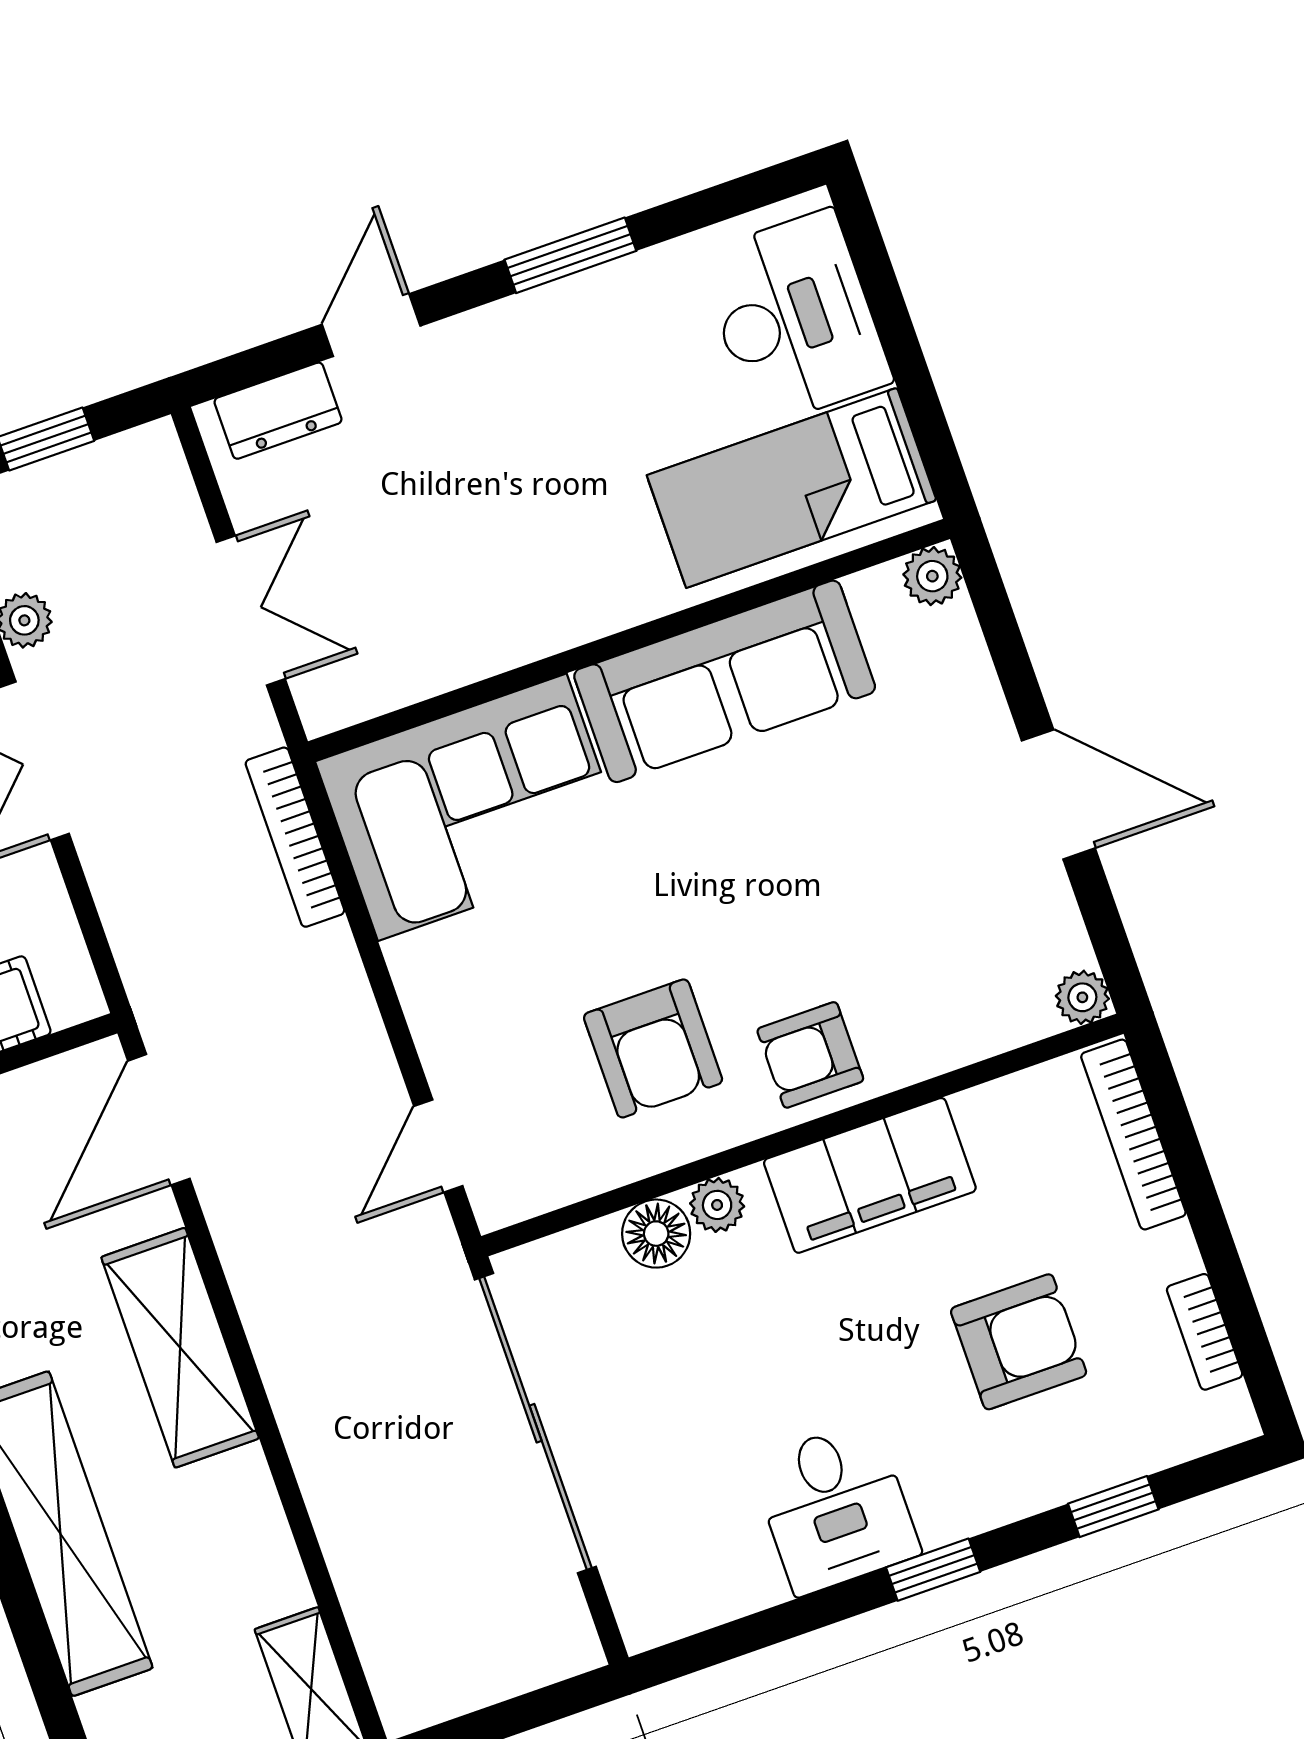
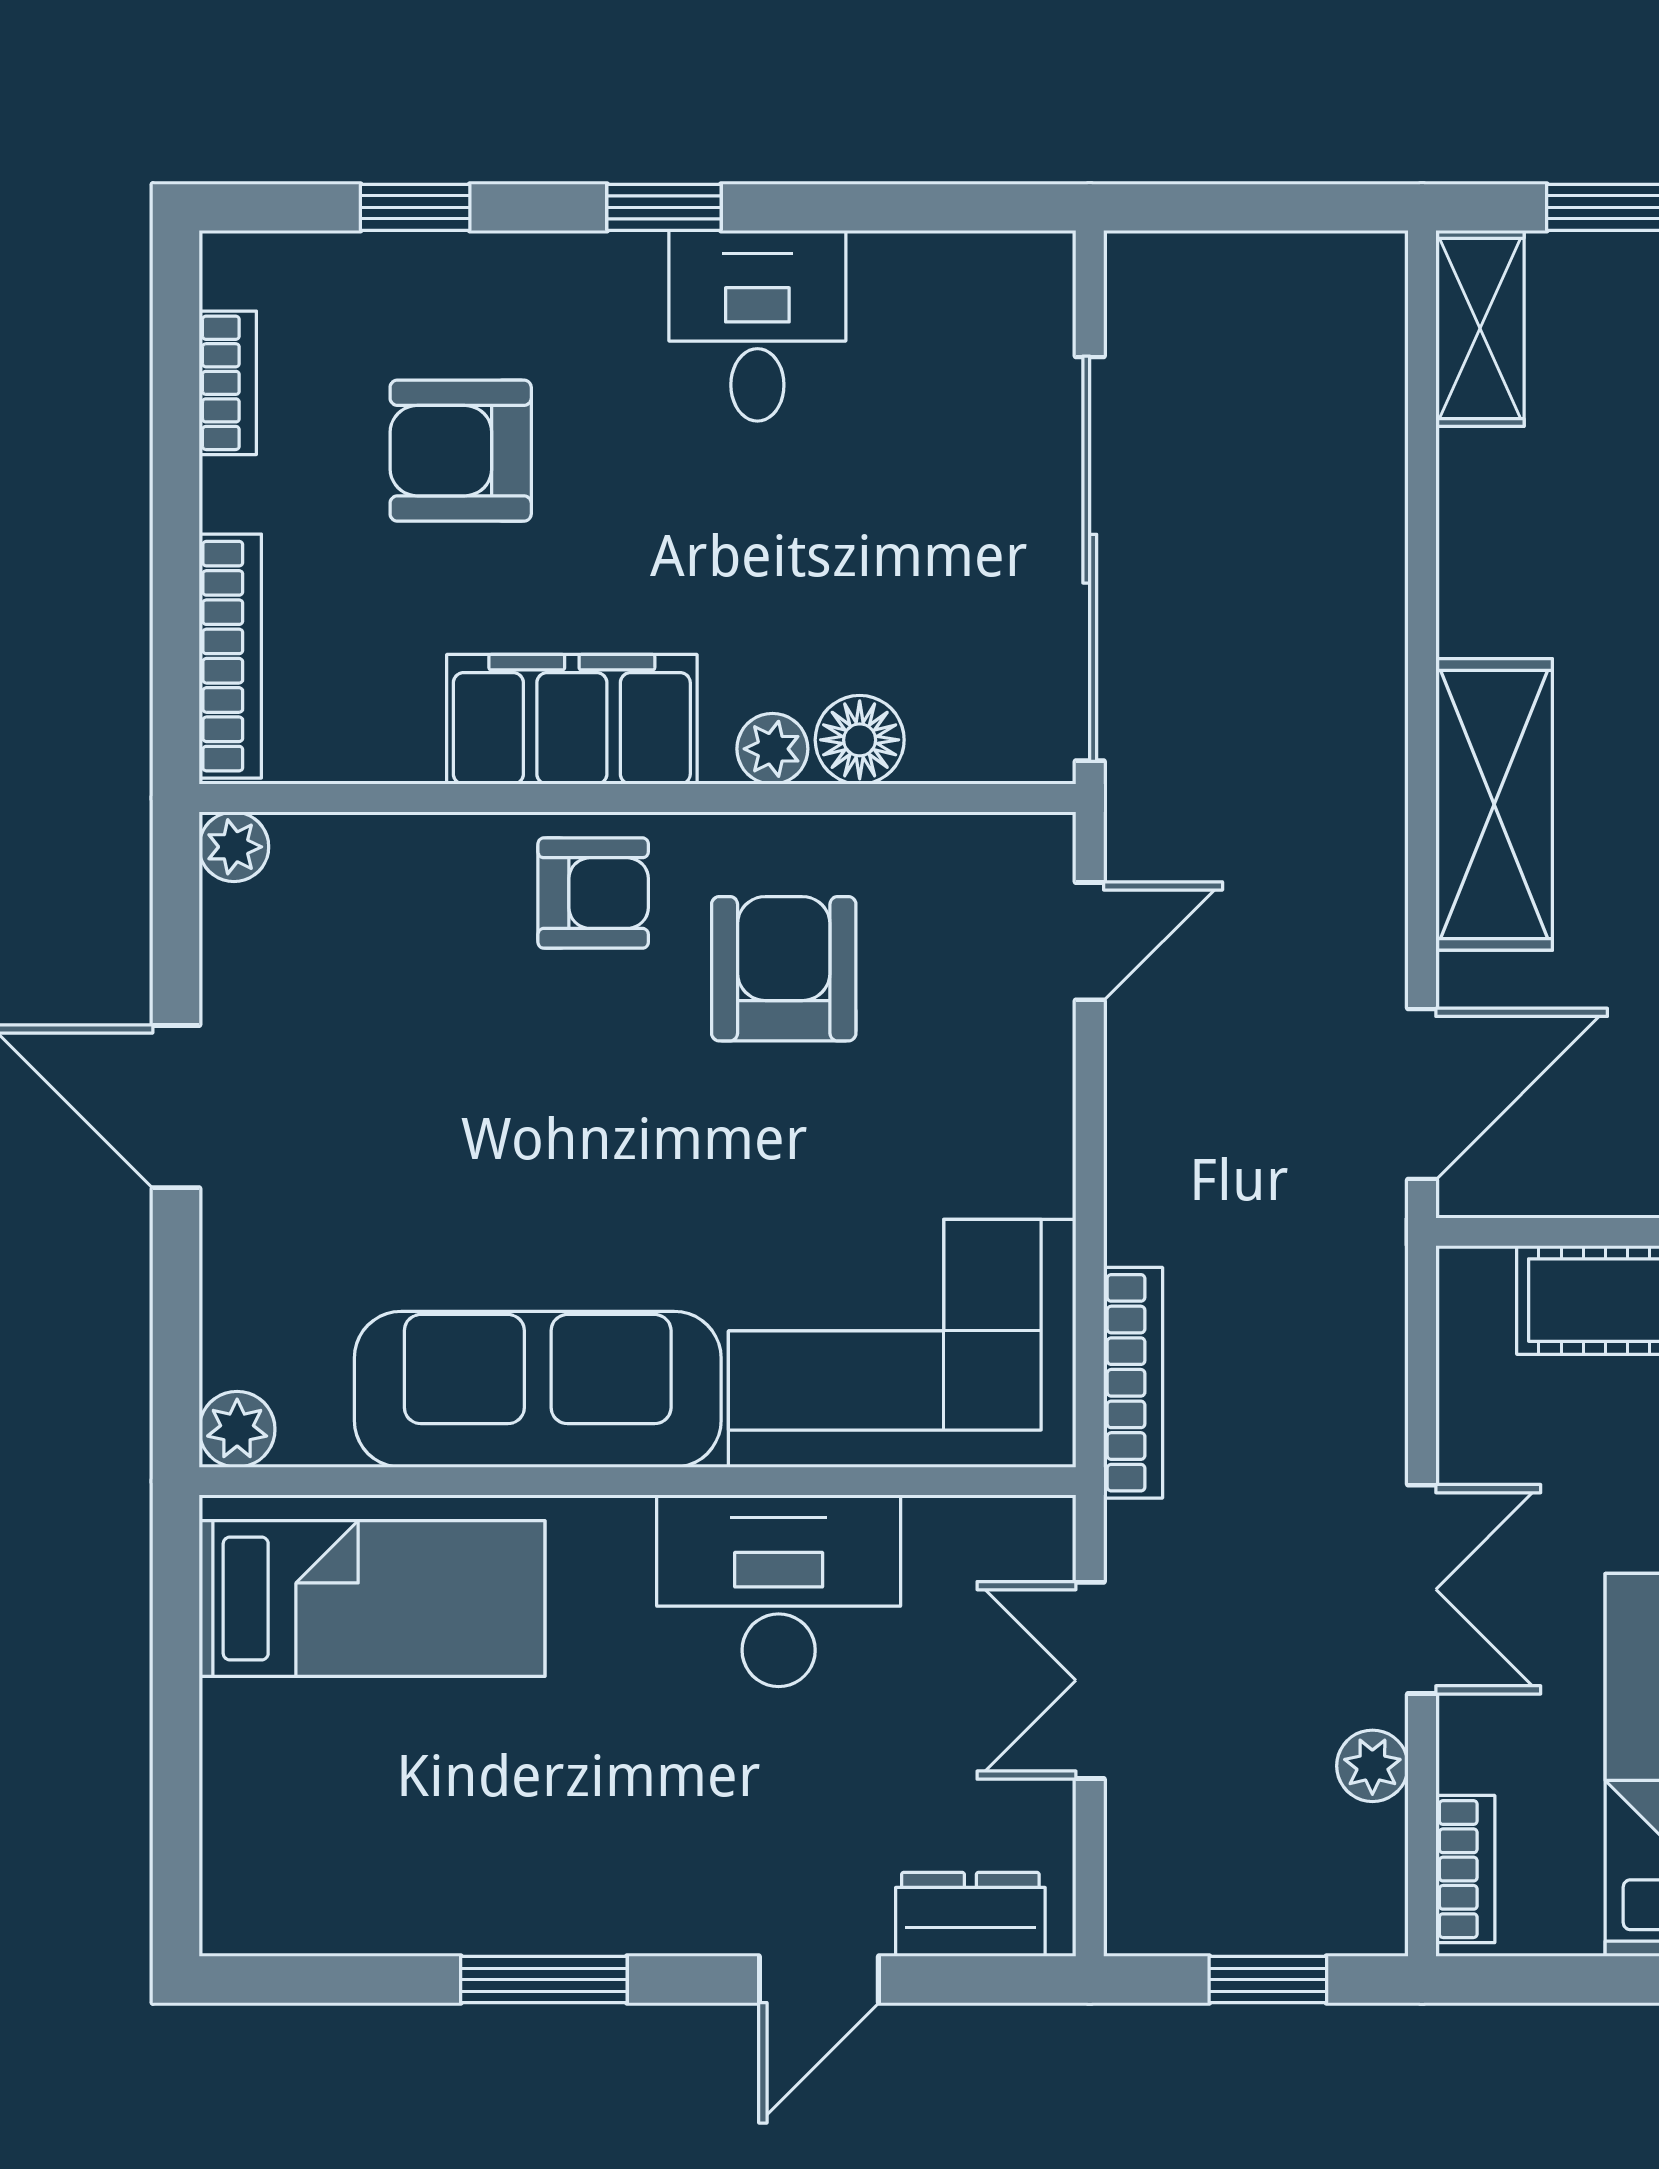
desk: (795, 318) -> (779, 1591), moved, turned 90

